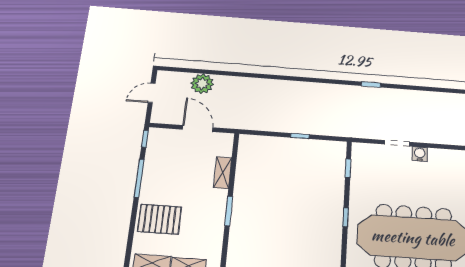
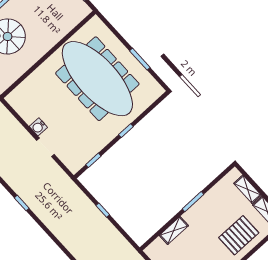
pallet: (160, 219) -> (239, 235), turned 90

